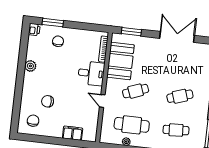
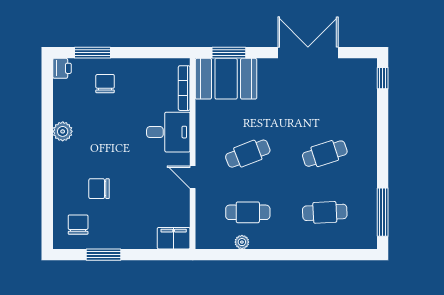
booth: (120, 61) -> (226, 79), moved, turned 90
cafe table: (132, 125) -> (248, 212), width x0.73, depth x0.74
filing cabinet: (73, 133) -> (174, 238), moved
window: (46, 140) -> (103, 255), added

